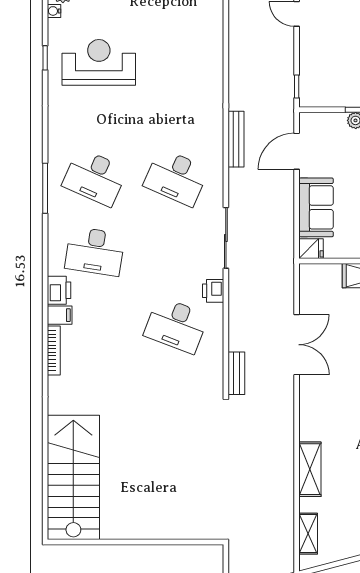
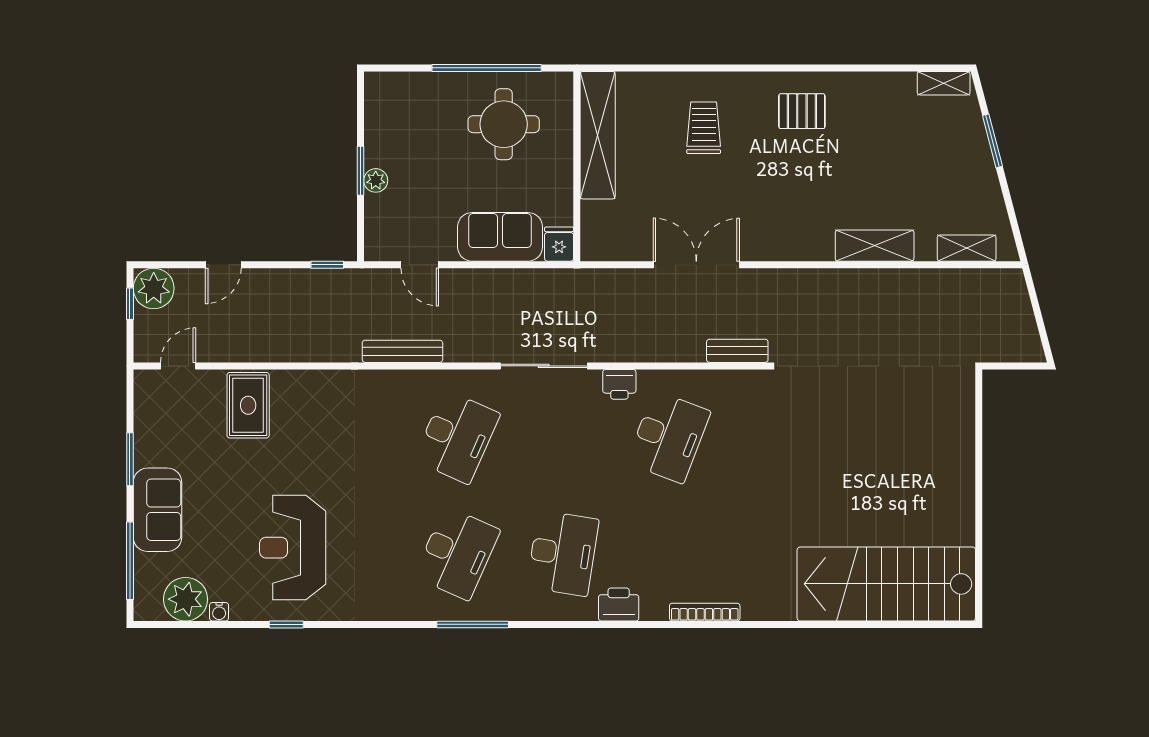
rug: (198, 31) -> (248, 405), added
door: (297, 151) -> (420, 265), width x0.73
filing cabinet: (60, 315) -> (654, 604), removed

